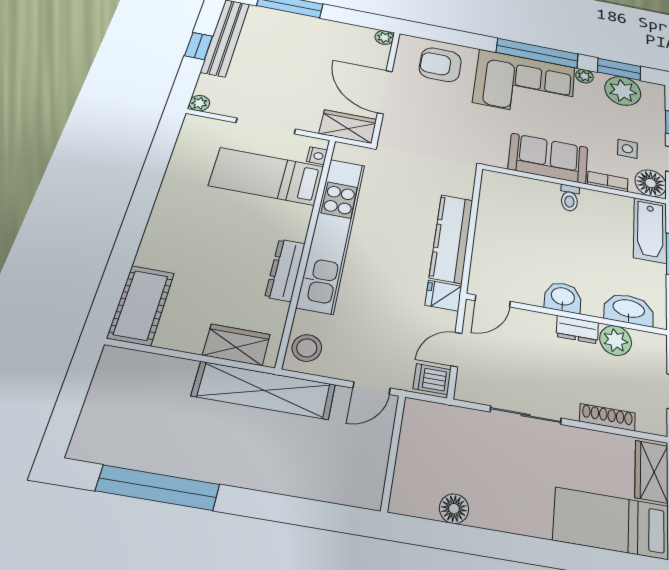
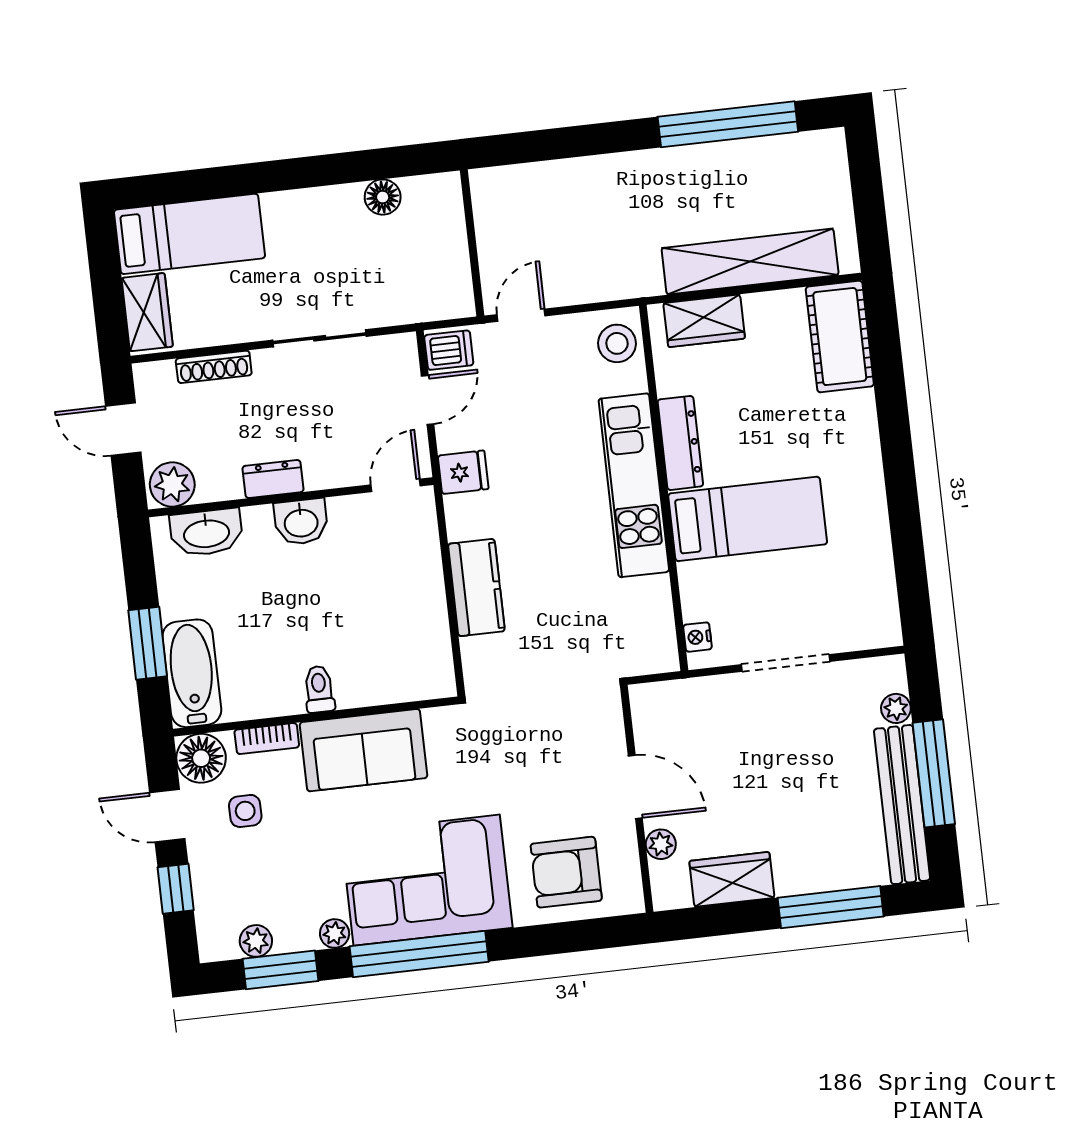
plant: (384, 37) -> (661, 844), moved
window: (199, 46) -> (934, 773), width x2.17
armchair: (440, 65) -> (566, 872), turned 180
plant: (623, 91) -> (256, 941), width x0.53, depth x0.53
door: (385, 92) -> (635, 787), width x0.73
plant: (199, 103) -> (896, 708), moved
wardrobe: (348, 127) -> (732, 879), moved, turned 180
bed: (267, 176) -> (748, 519), moved
kitchen unit: (332, 233) -> (634, 485), width x0.73
kitchen counter: (451, 238) -> (476, 588), width x0.67
plant: (616, 340) -> (172, 484), moved
shelving: (264, 390) -> (750, 262), moved

